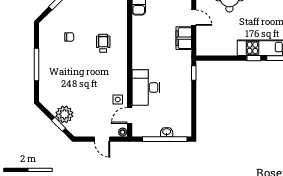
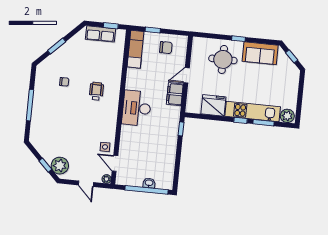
door: (194, 18) -> (186, 75), swing flipped
fridge: (224, 46) -> (213, 105), added
desk: (146, 88) -> (137, 108), moved
plant: (64, 114) -> (60, 166), moved
door: (130, 115) -> (115, 163), hinge flipped

